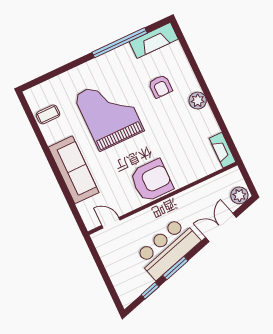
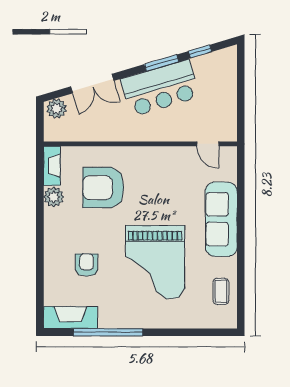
plant: (198, 101) -> (54, 197), moved
coffee table: (48, 114) -> (221, 291), turned 90
armchair: (152, 181) -> (103, 188), moved

